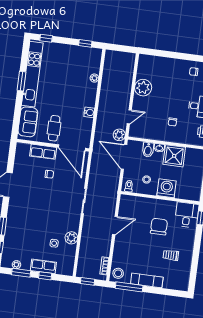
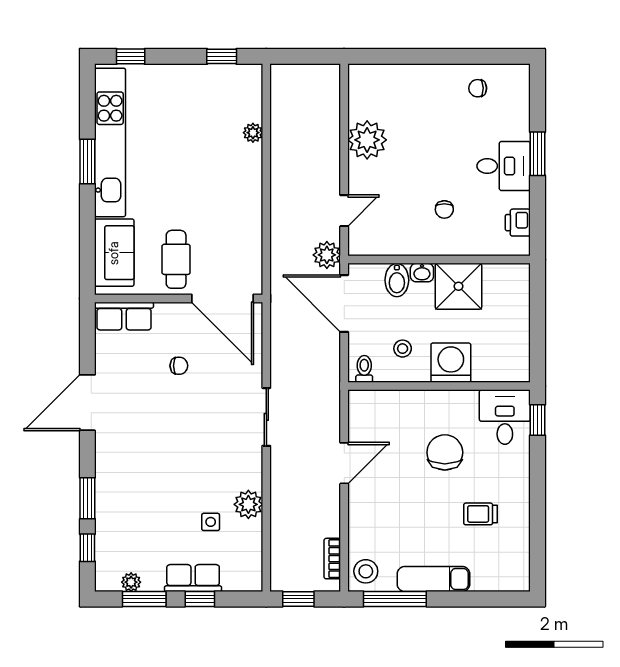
water cooler: (89, 112) -> (251, 213), removed
row of seats: (43, 152) -> (124, 316), moved

